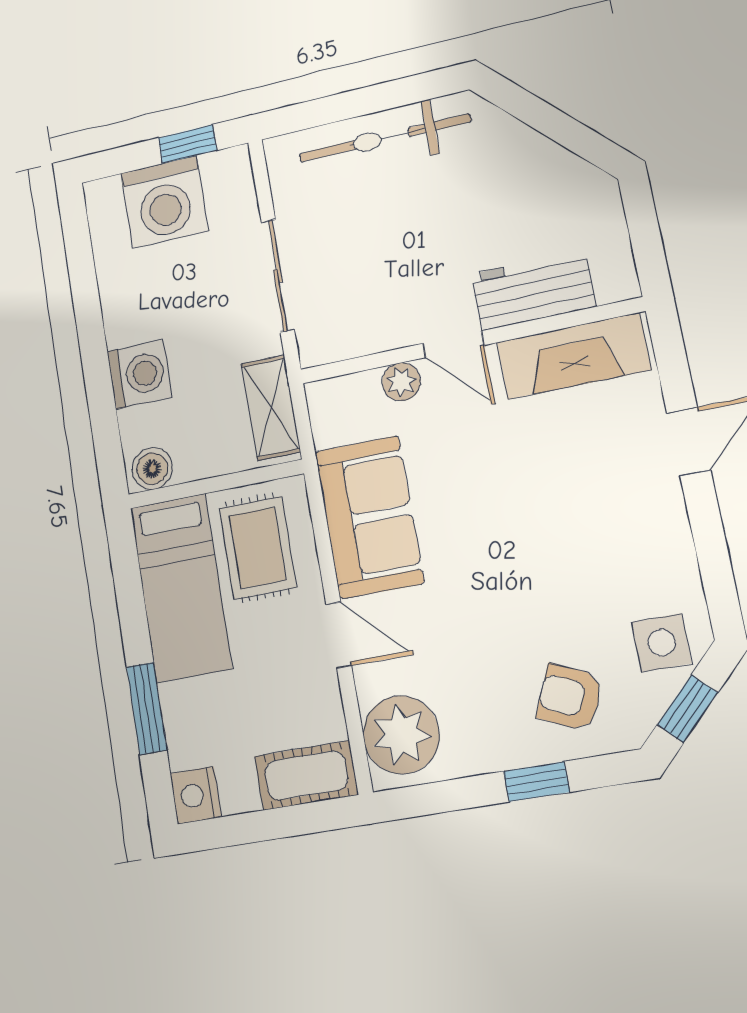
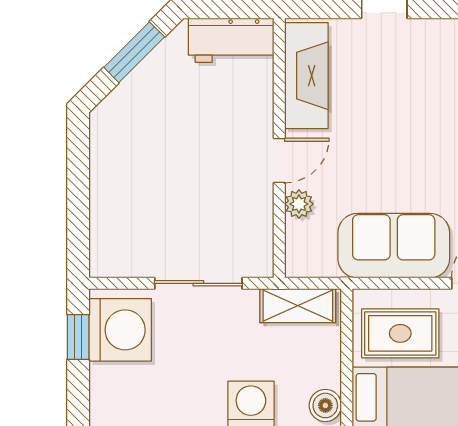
window: (560, 127) -> (134, 52), added
bicycle: (384, 138) -> (111, 183), removed
washing machine: (164, 202) -> (120, 330), moved
workbench: (533, 290) -> (231, 40), moved, turned -90

